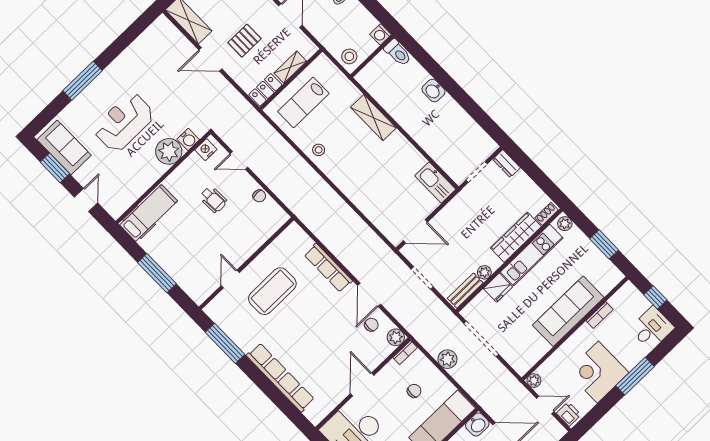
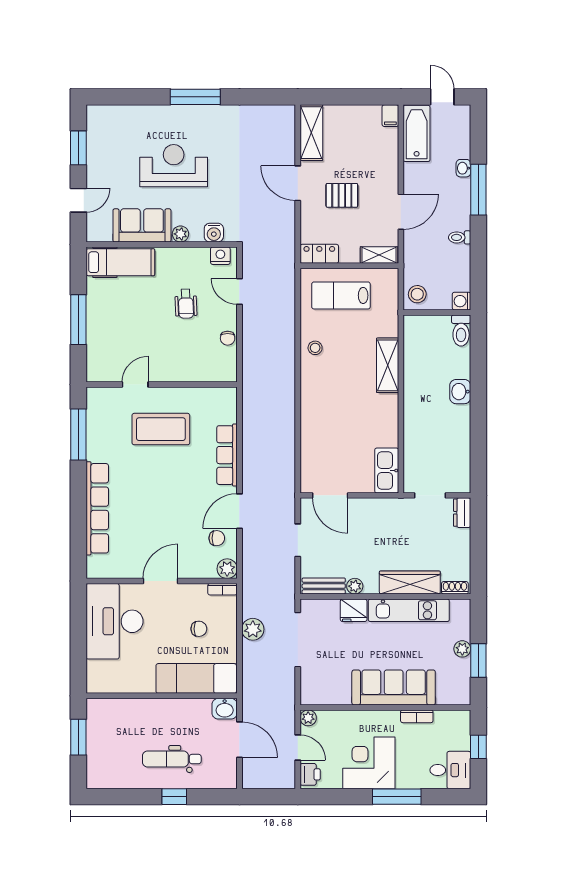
shelving: (290, 67) -> (379, 255), moved
window: (83, 81) -> (195, 97), moved
sofa: (64, 147) -> (142, 225), moved, turned -90
plant: (169, 151) -> (180, 234), width x0.53, depth x0.53
plant: (565, 224) -> (462, 649), moved

